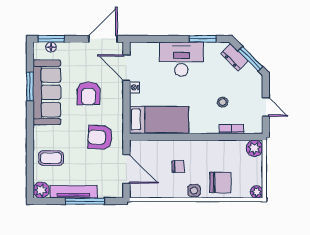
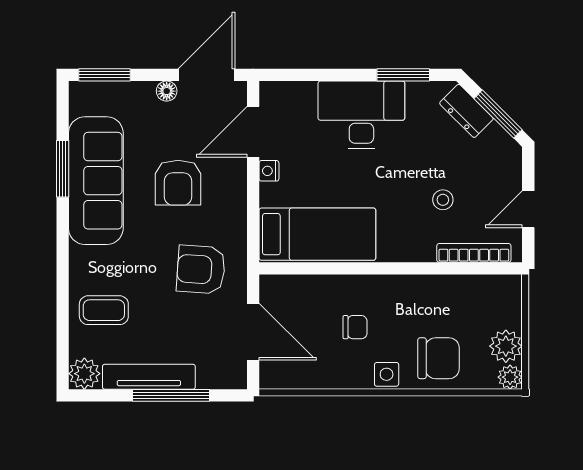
floor lamp: (51, 47) -> (167, 91), moved
door: (126, 68) -> (253, 132), hinge flipped
door: (266, 107) -> (528, 209), swing flipped
bookcase: (232, 129) -> (474, 253), width x1.56
plant: (254, 148) -> (506, 346), moved

